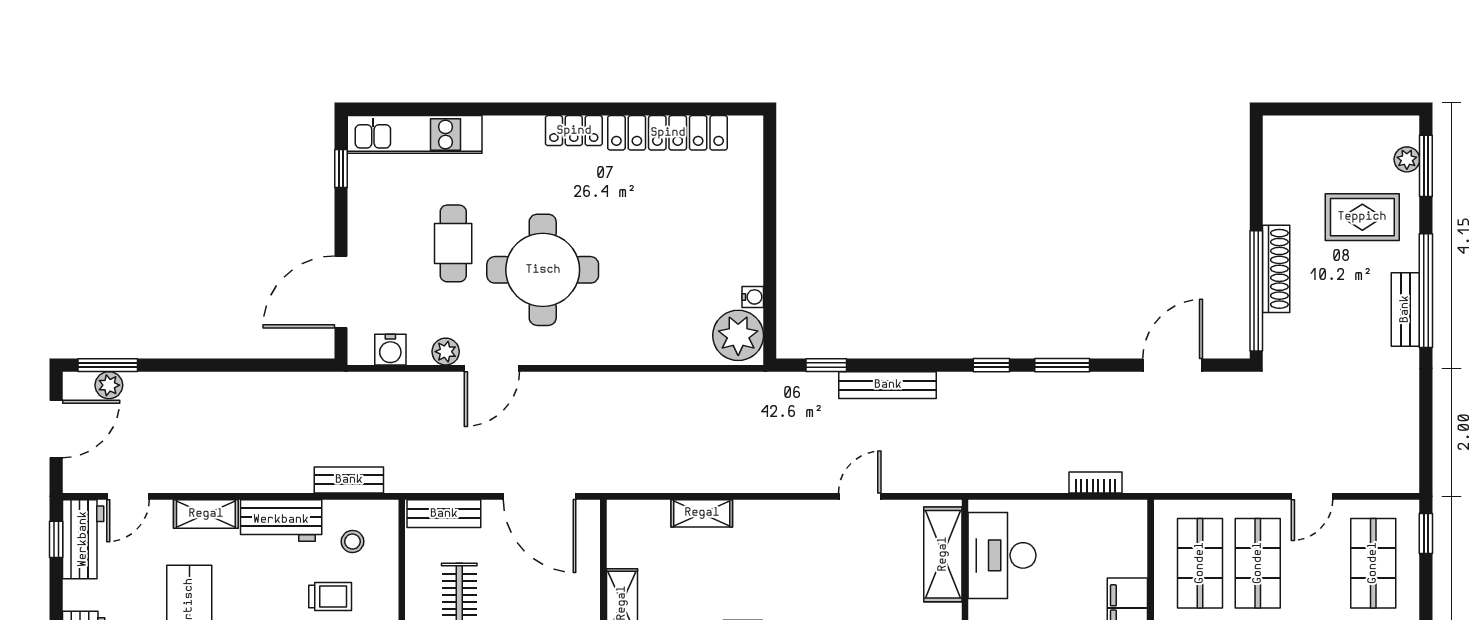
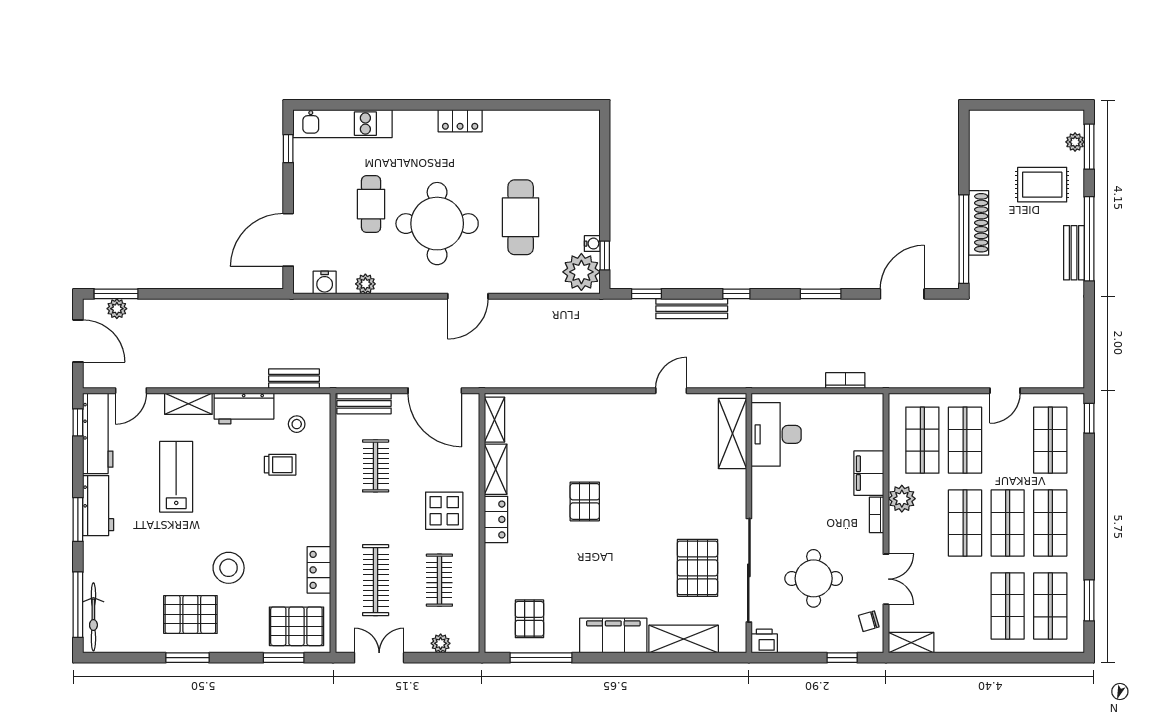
locker: (668, 133) -> (529, 122), removed
cafe table: (656, 261) -> (521, 217), added
window: (770, 313) -> (605, 256), added
window: (991, 365) -> (736, 294), moved
door: (492, 368) -> (468, 296), moved
door: (56, 429) -> (78, 341), hinge flipped
shelving: (702, 513) -> (494, 420), moved, turned 90
workbench: (83, 539) -> (98, 433), width x1.38

